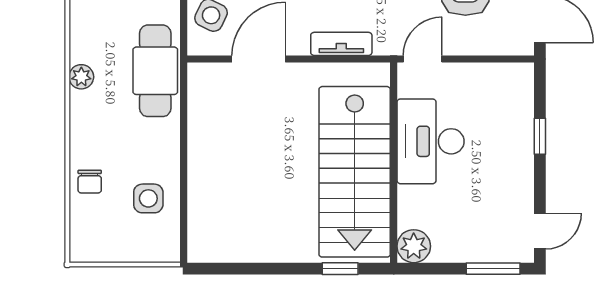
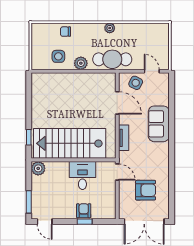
armchair: (514, 138) -> (84, 211), added
desk: (431, 141) -> (82, 175), width x0.73
plant: (164, 145) -> (81, 63), added

